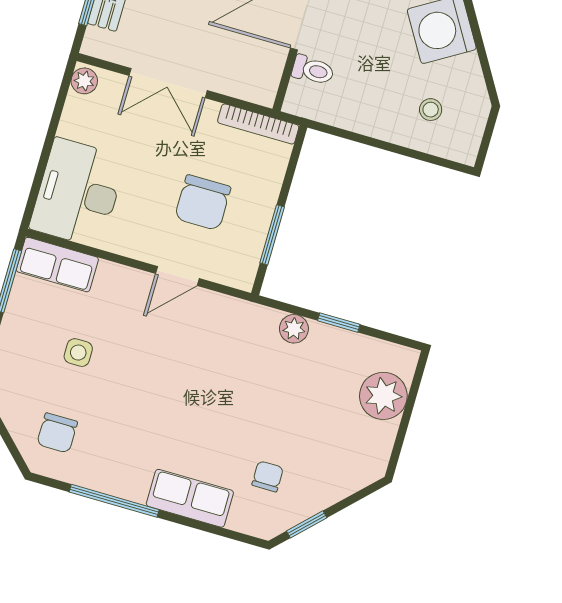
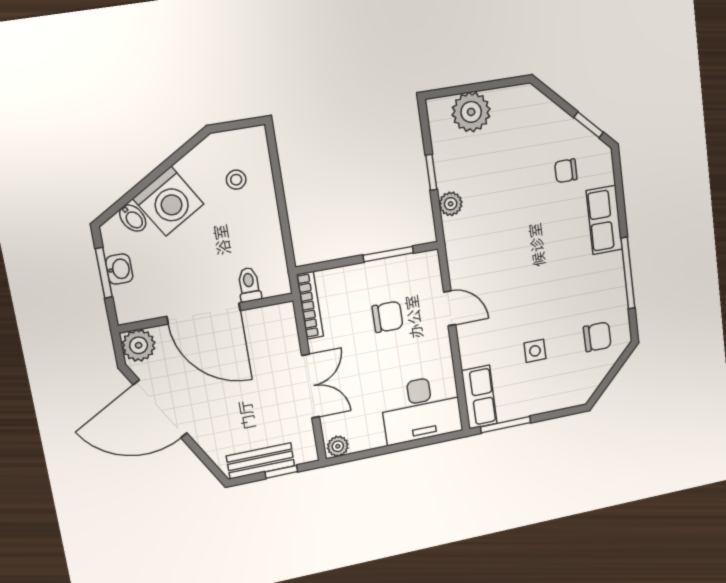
chair: (203, 203) -> (388, 317), width x0.73, depth x0.73

